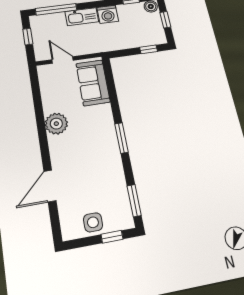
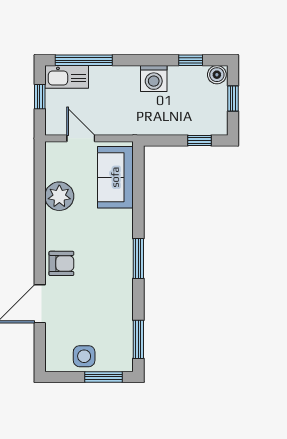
kitchen sink: (82, 17) -> (67, 77), moved
plant: (56, 124) -> (59, 196), moved
armchair: (62, 152) -> (61, 263), added
window: (112, 237) -> (104, 377), width x1.50

